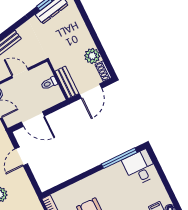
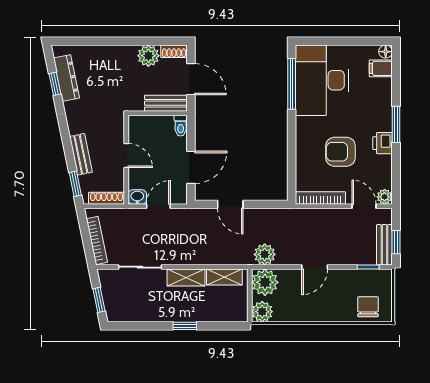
door: (20, 73) -> (126, 156), swing flipped
toilet: (49, 83) -> (181, 126), moved
desk: (140, 168) -> (322, 80), width x1.87, depth x1.30

